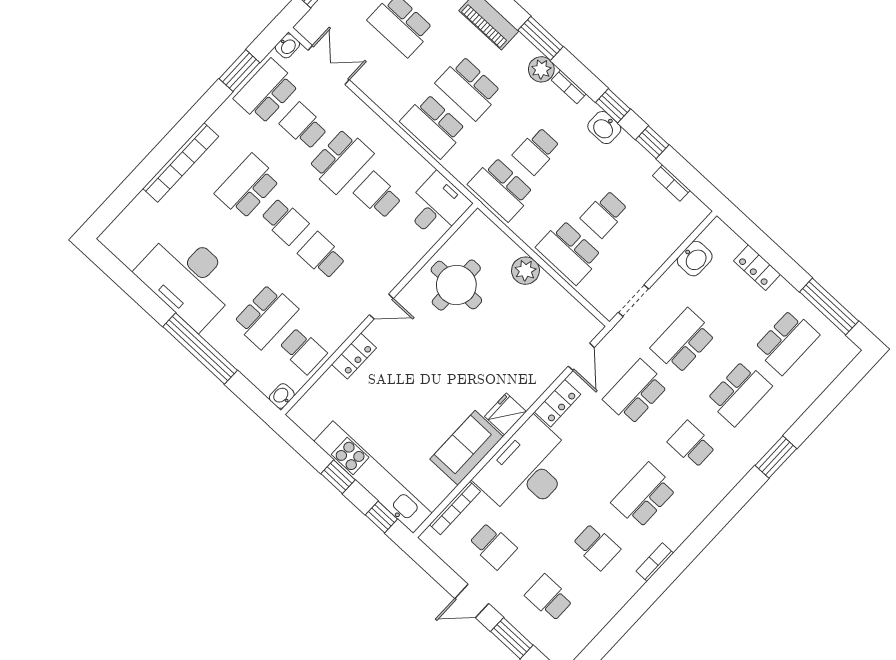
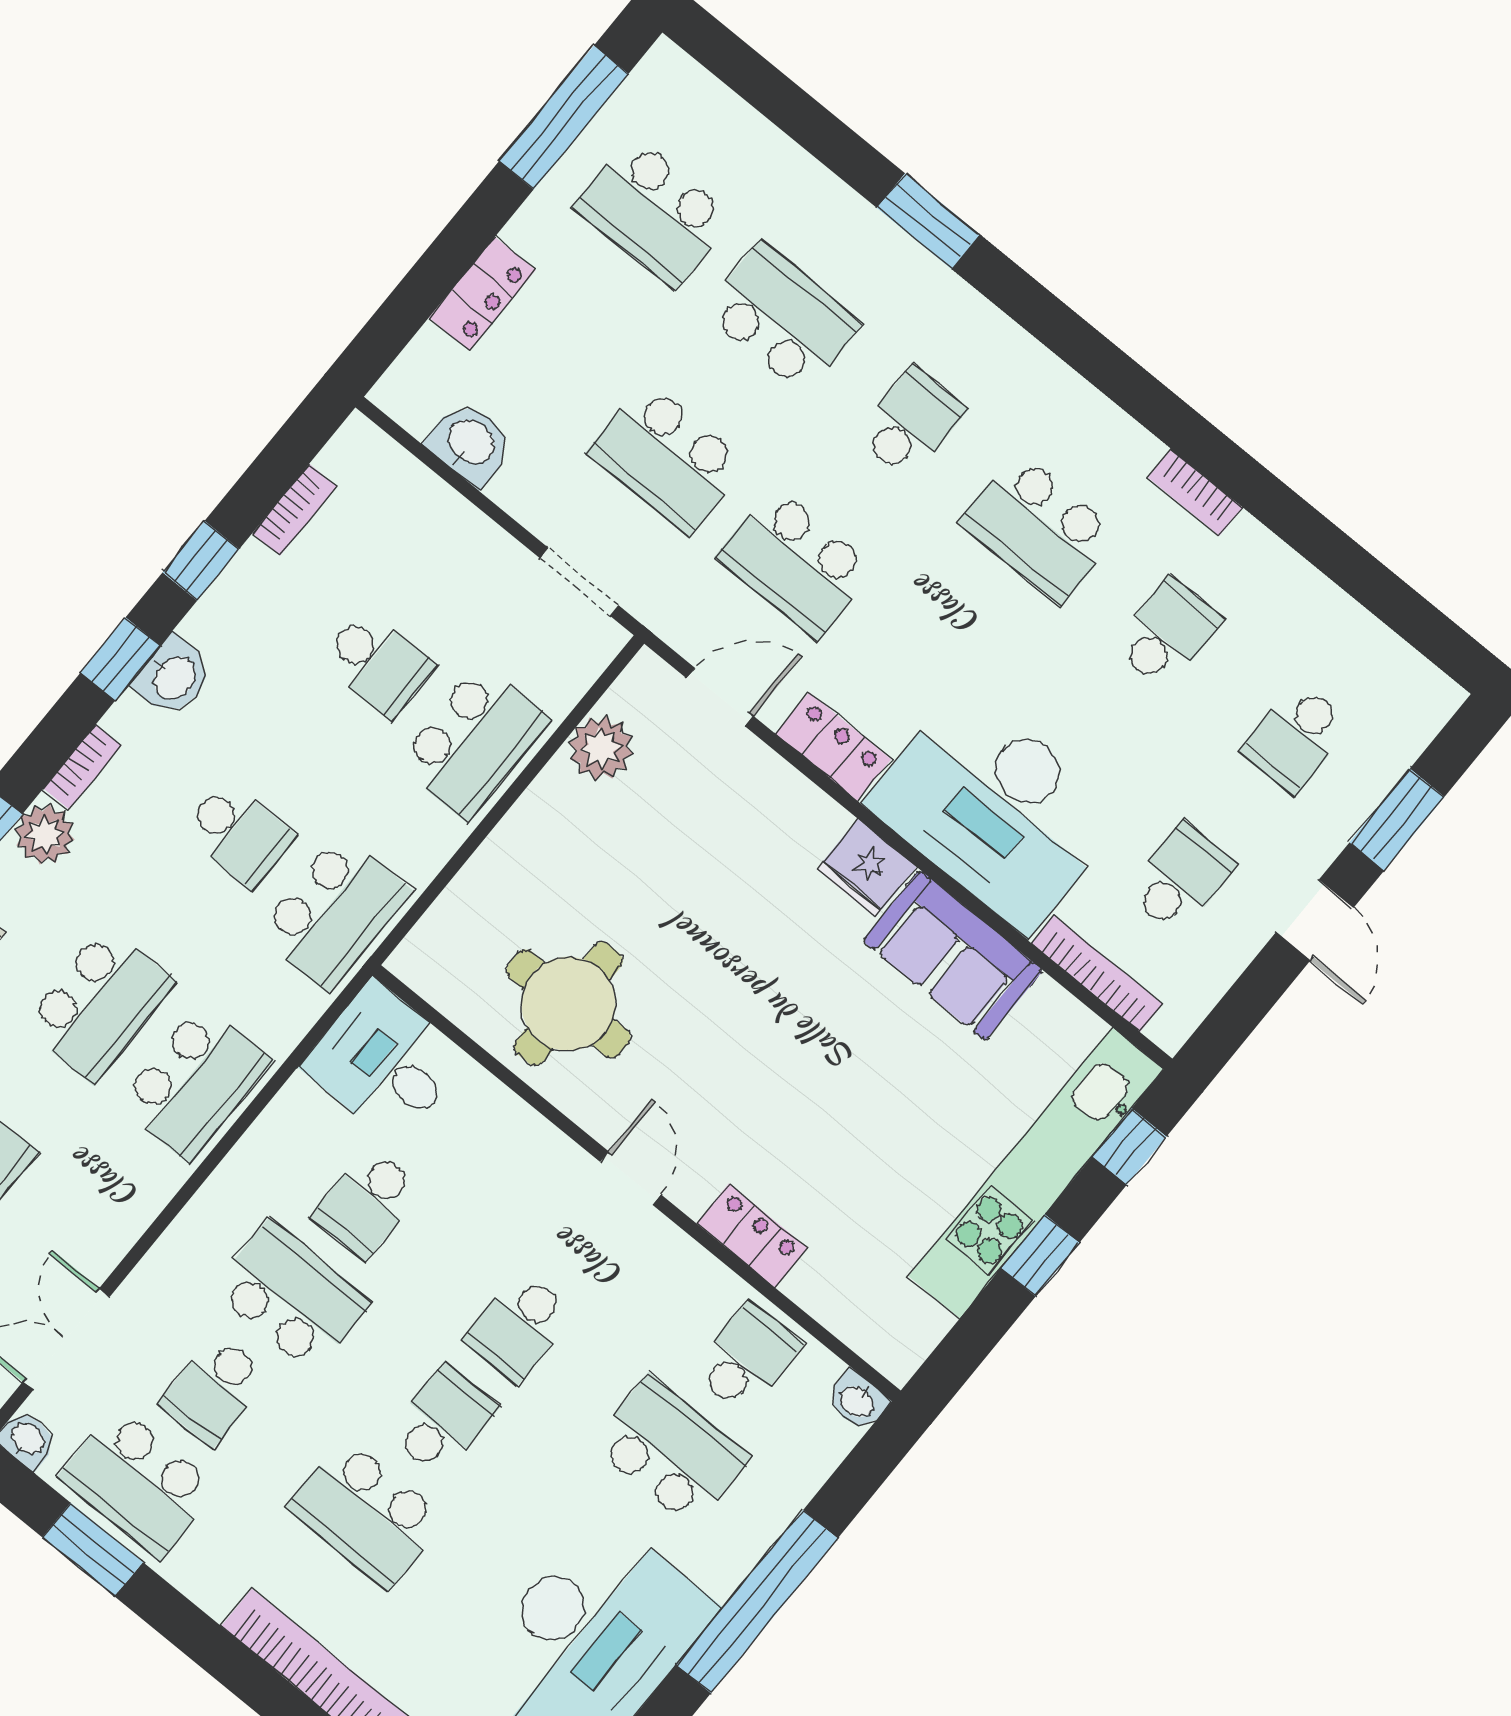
plant: (525, 271) -> (601, 748), moved
school desk: (787, 342) -> (654, 213), turned 180
school desk: (692, 444) -> (911, 423), turned 180

